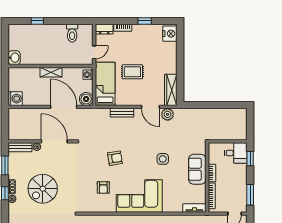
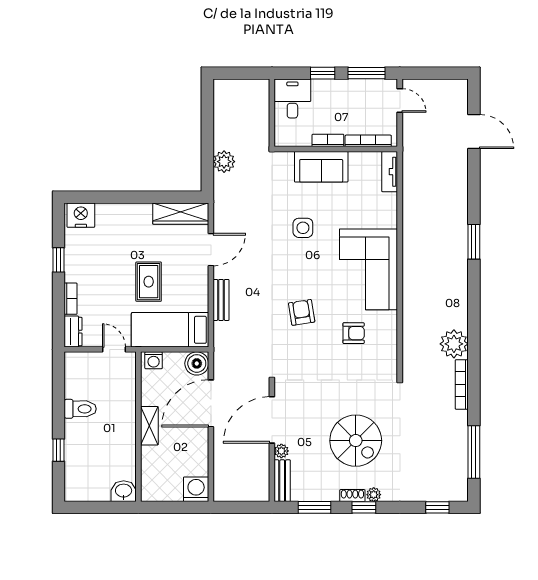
toilet: (72, 33) -> (80, 409), moved
plant: (168, 114) -> (224, 162), moved
window: (250, 159) -> (323, 73), moved

